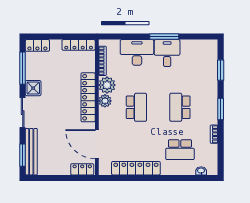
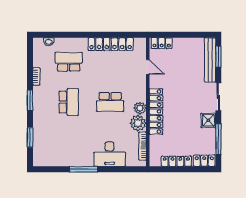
locker: (79, 45) -> (176, 161), moved
desk: (167, 53) -> (81, 154), removed
school desk: (136, 107) -> (110, 102), turned -90
door: (97, 144) -> (148, 67), width x0.53

